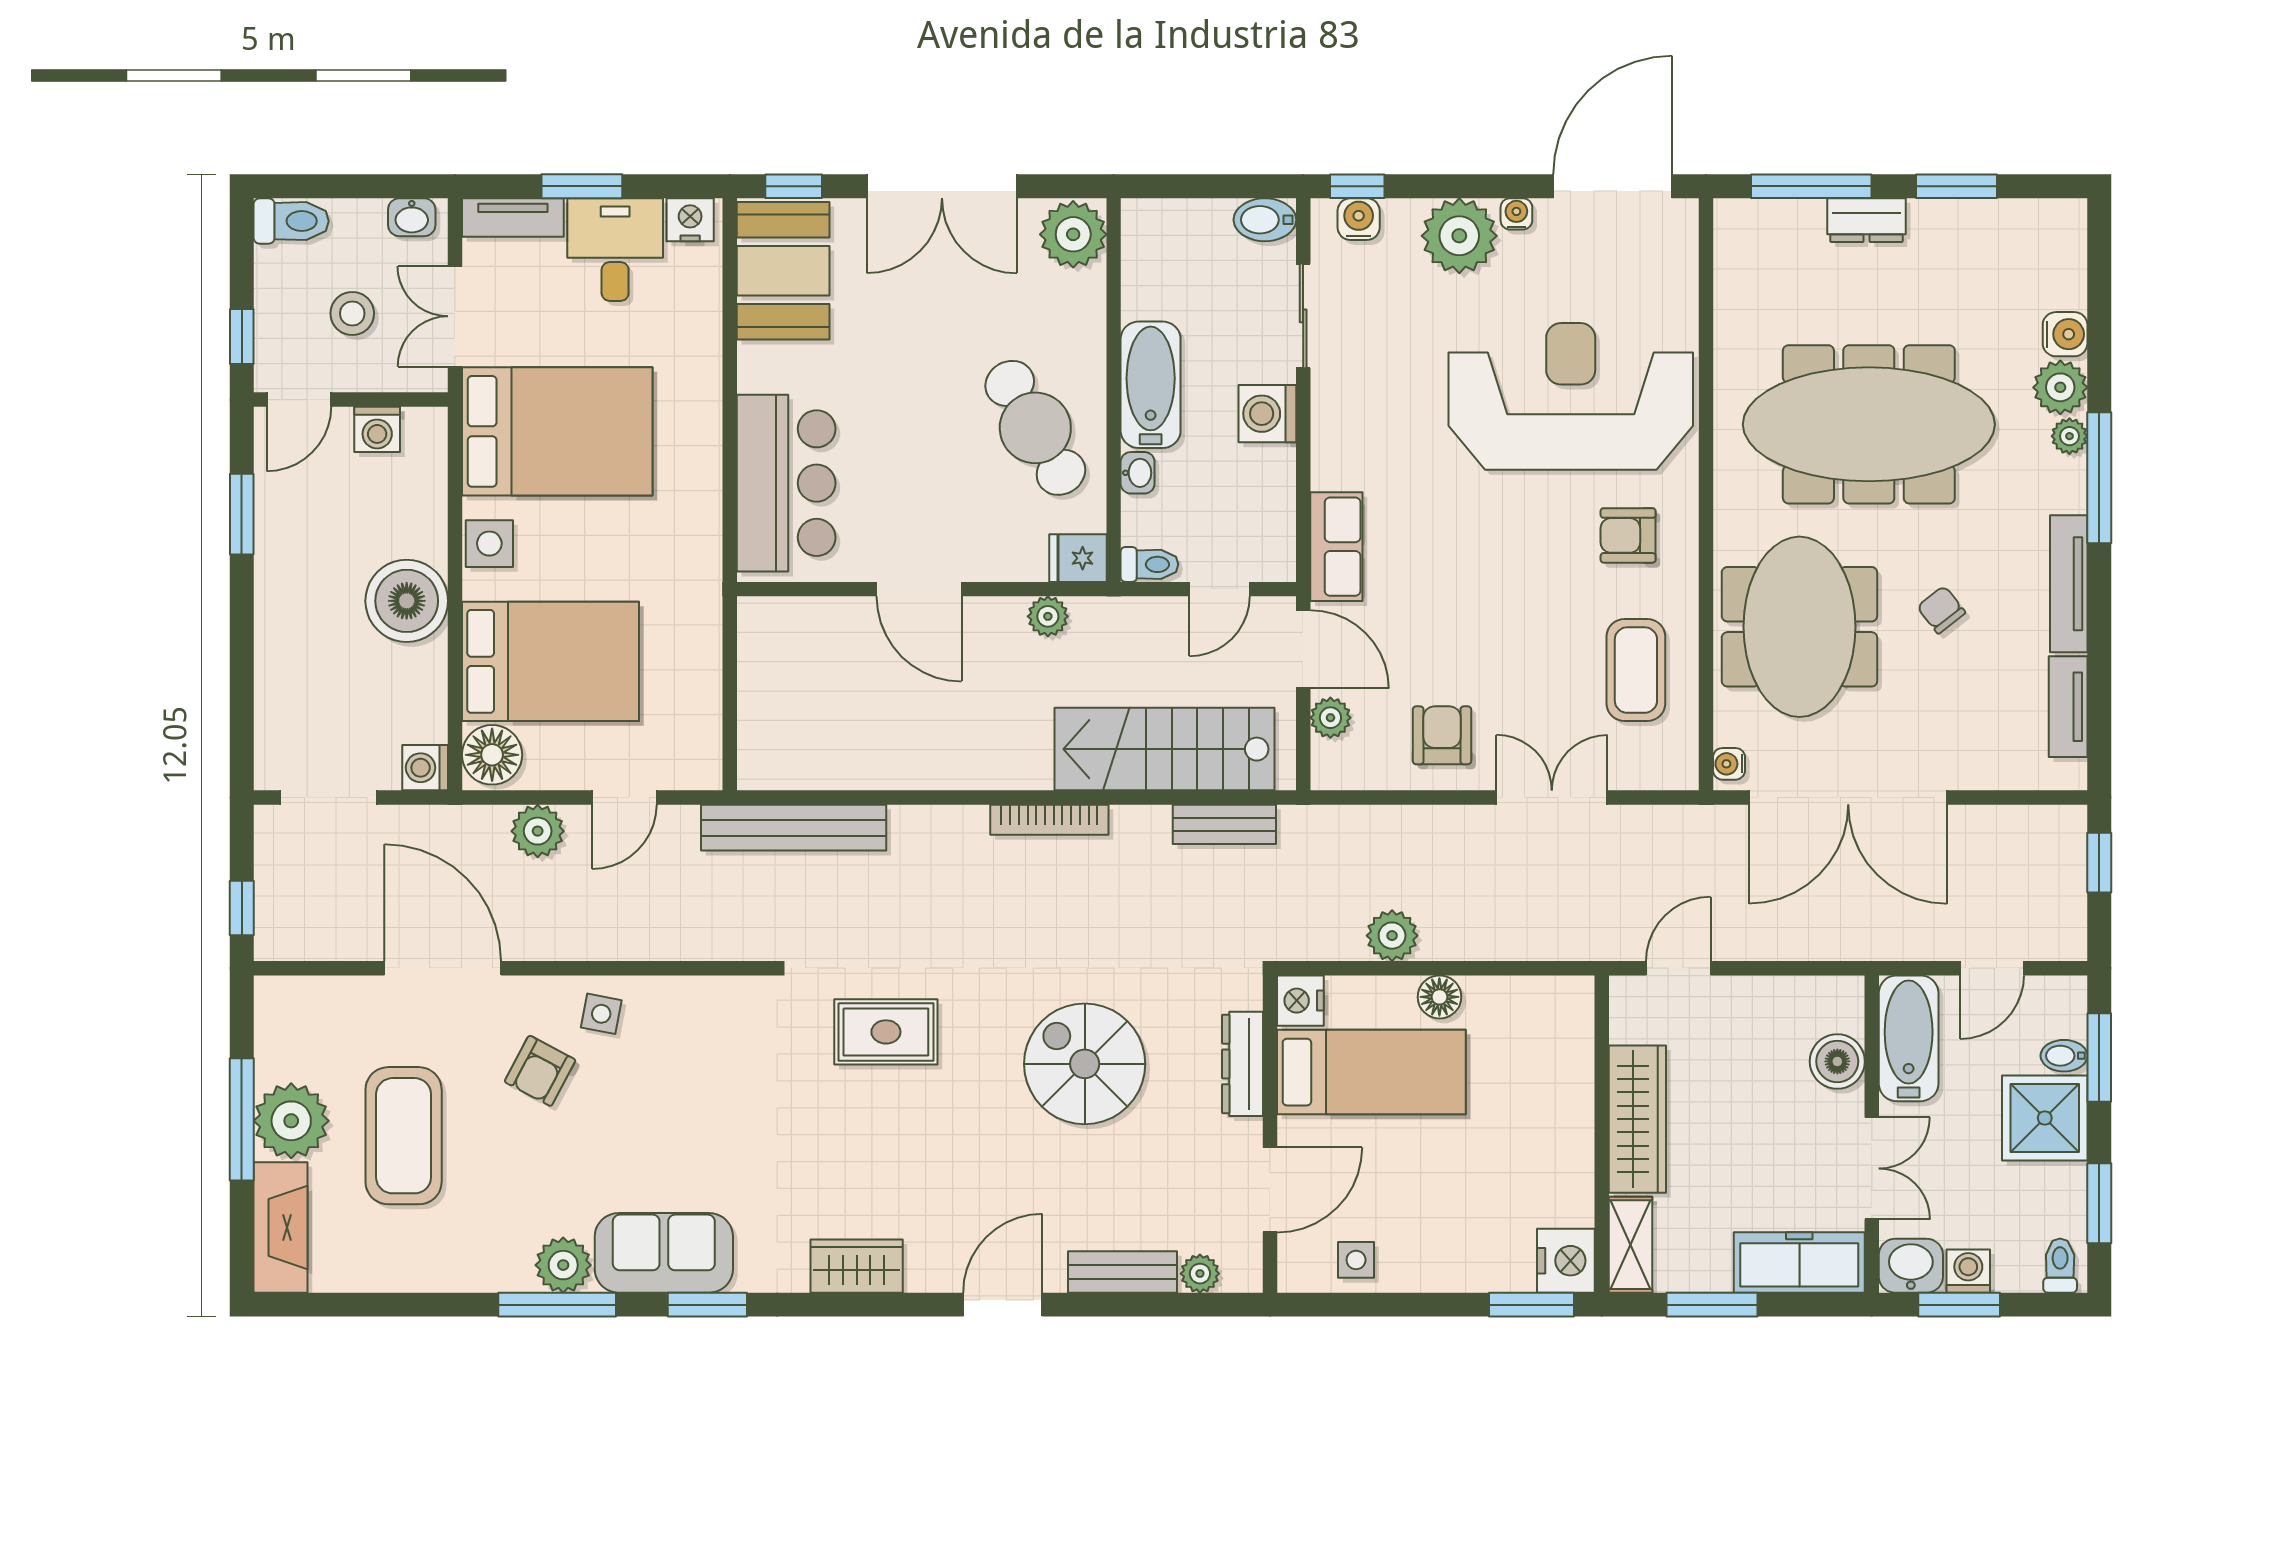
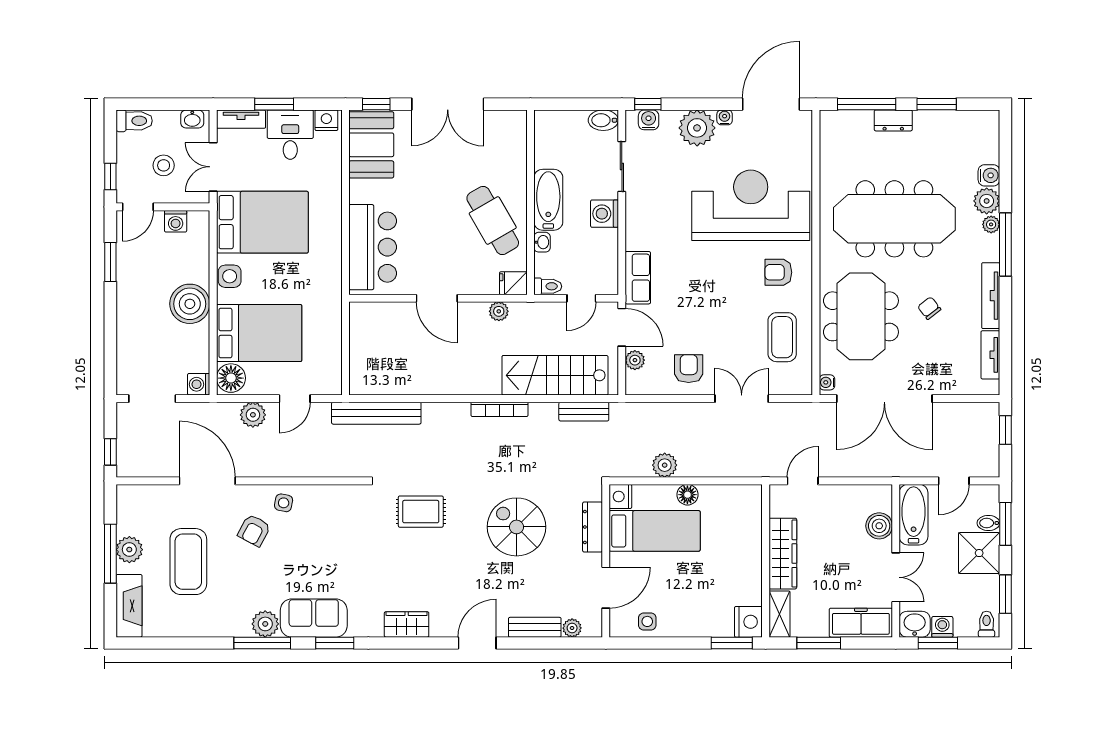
plant: (1073, 234) -> (511, 127), removed
plant: (291, 1121) -> (129, 550), width x0.73, depth x0.73

